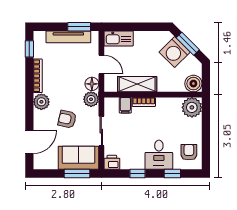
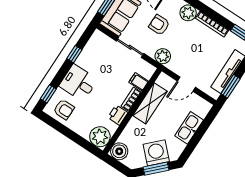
kitchen sink: (119, 38) -> (189, 128), moved
floor lamp: (92, 84) -> (175, 65), removed
armchair: (67, 119) -> (159, 25), turned -102
printer: (112, 162) -> (118, 115), moved, turned 180
window: (172, 173) -> (48, 94), moved

